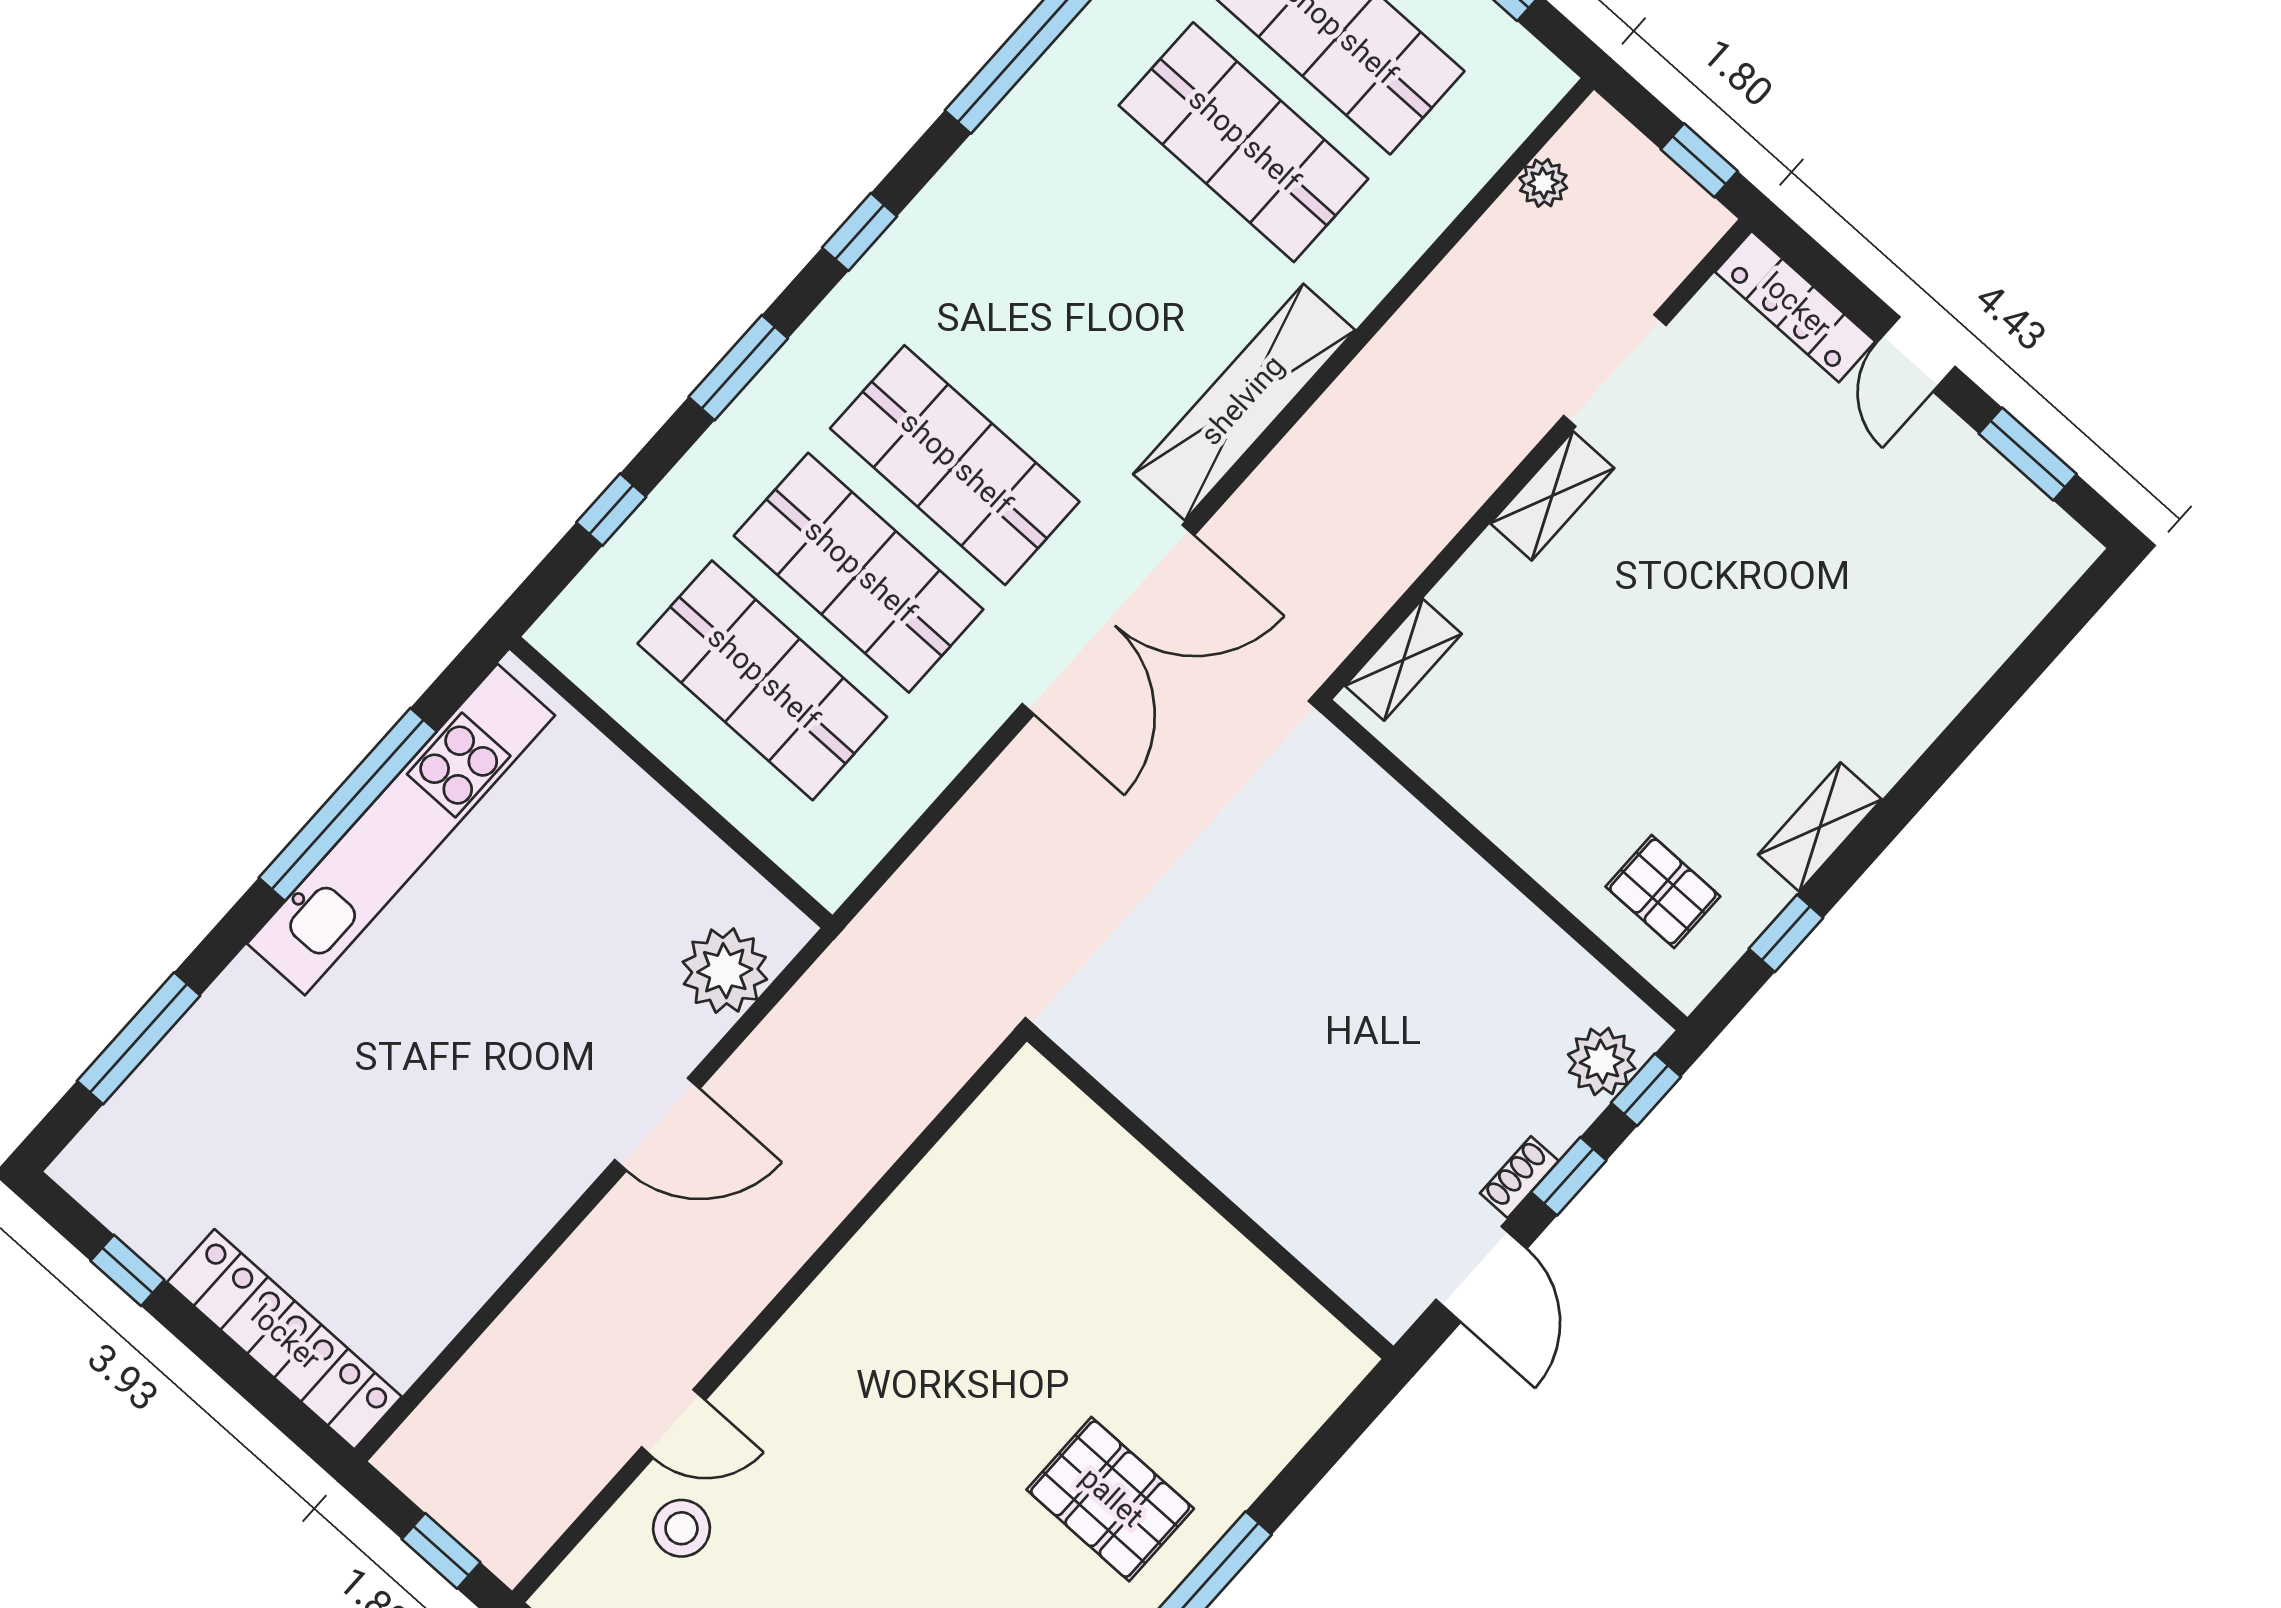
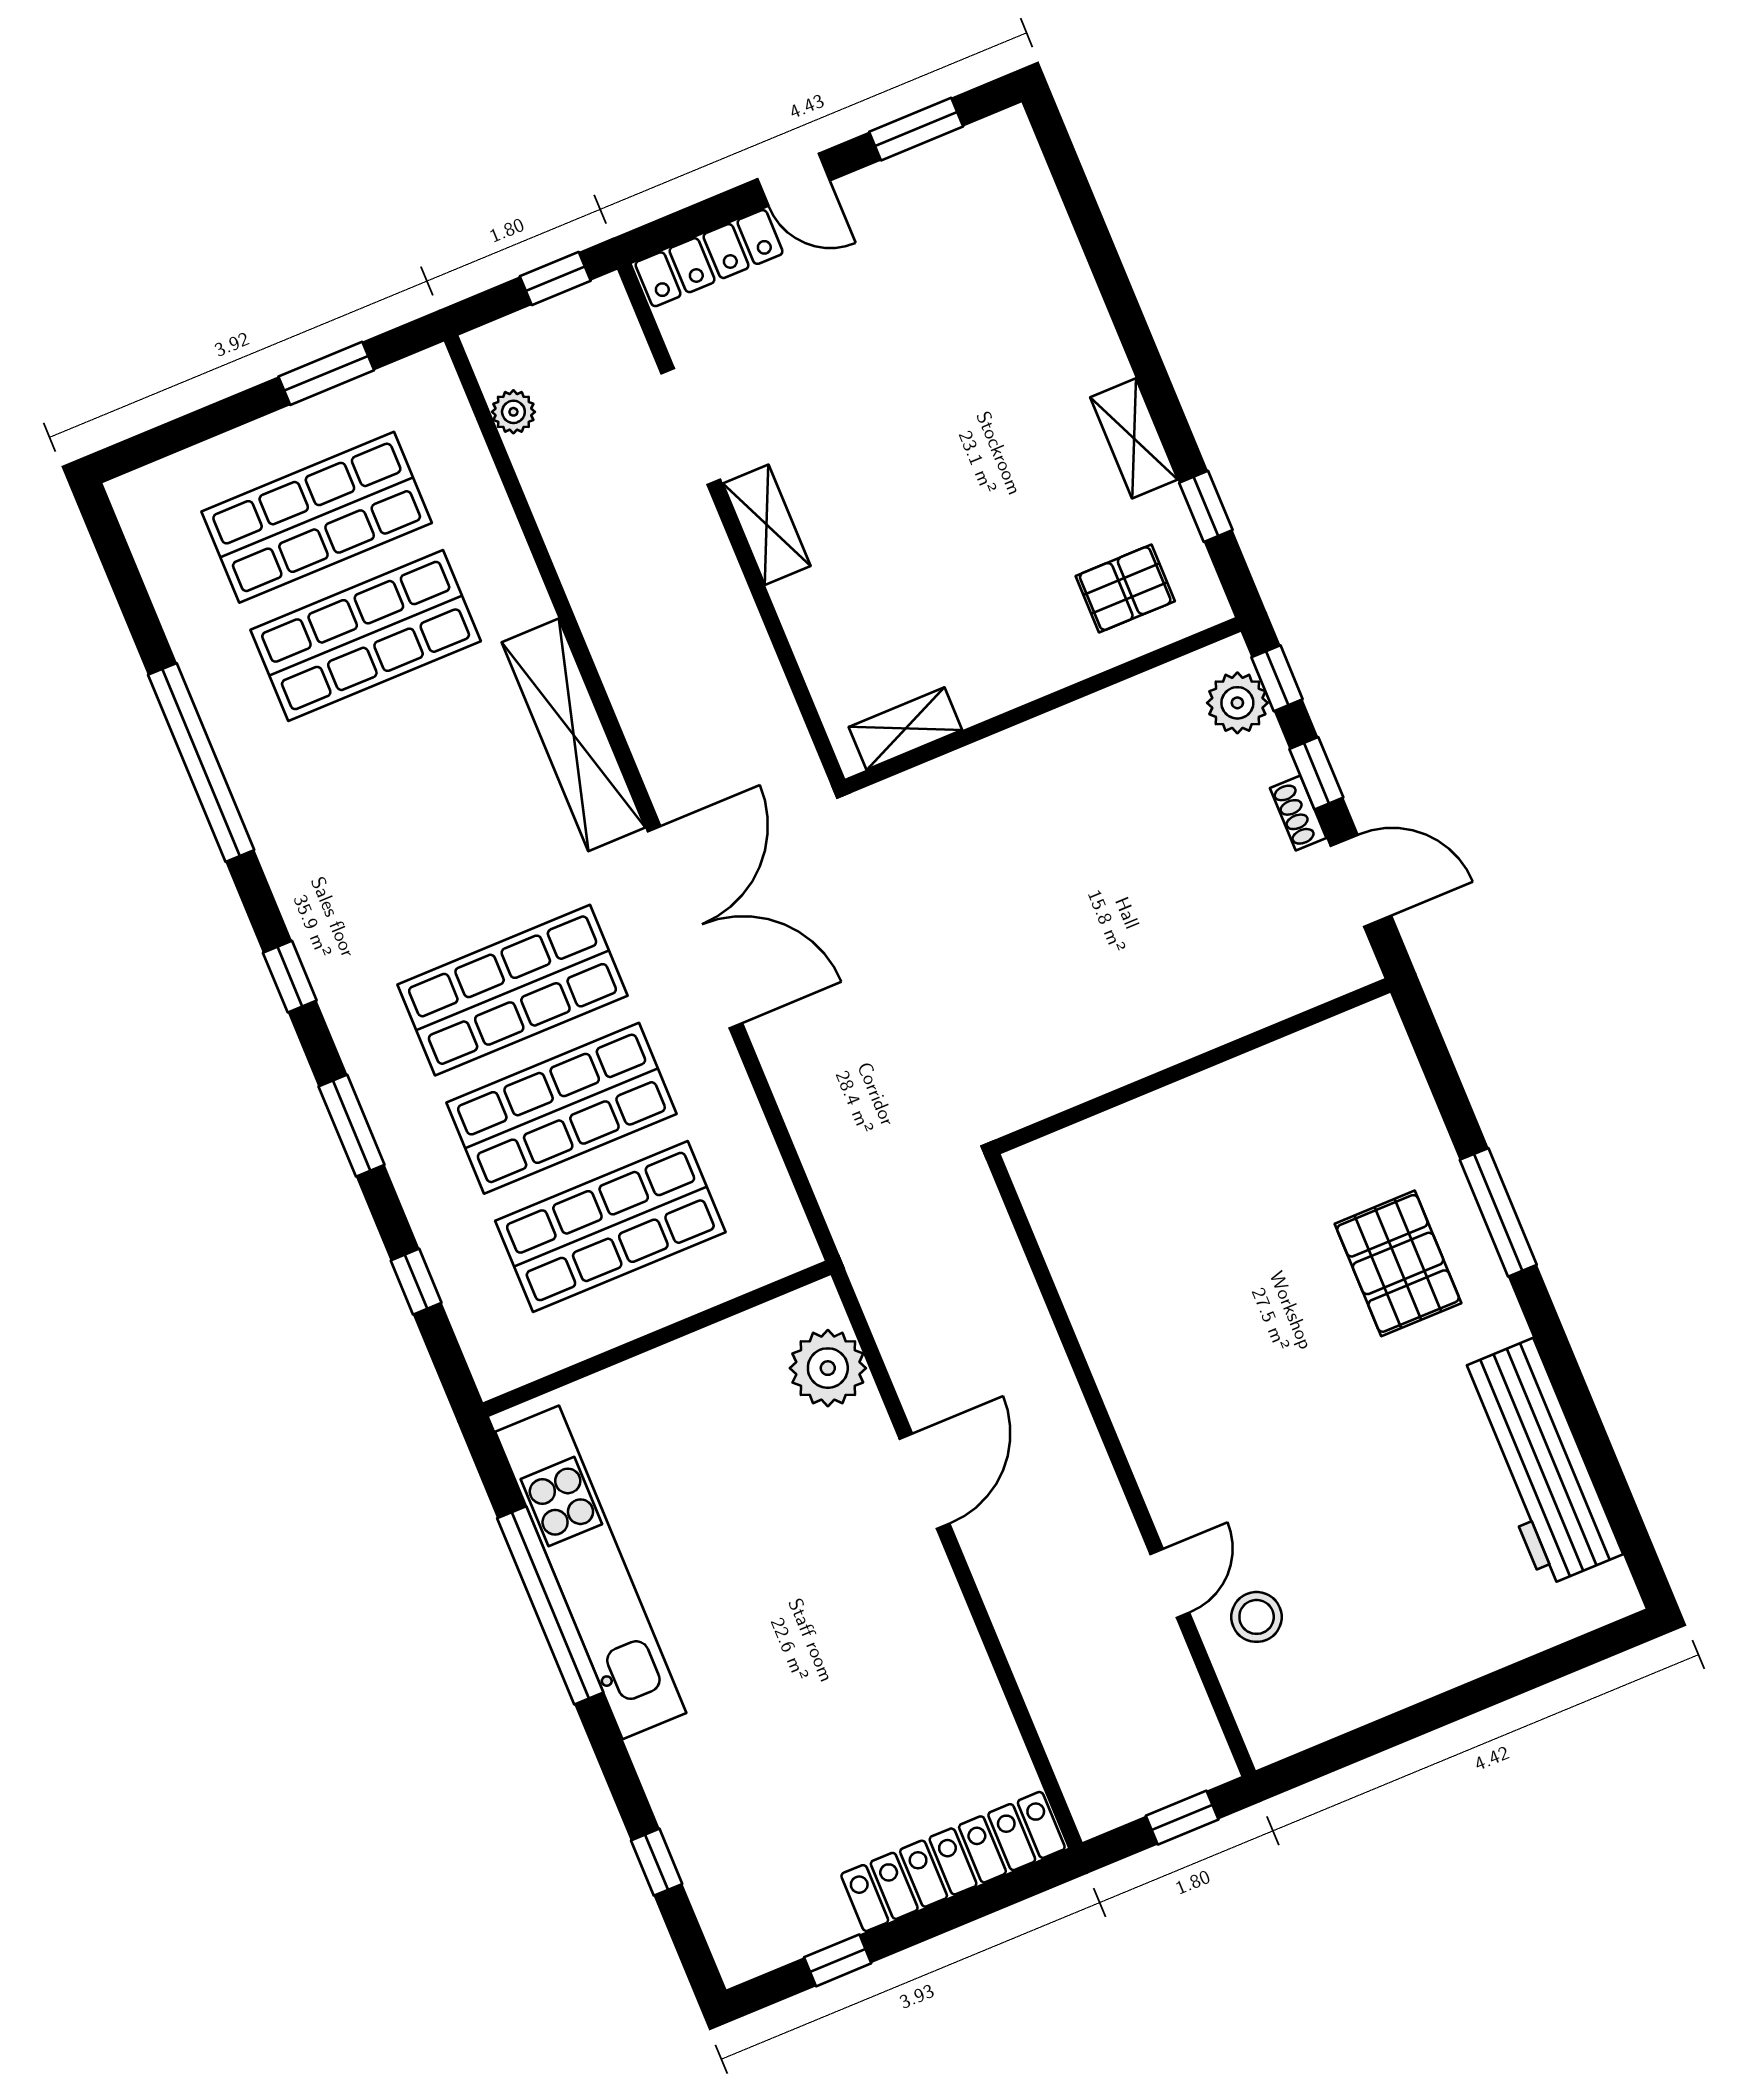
shelving: (1403, 660) -> (905, 729), moved, turned 90
window: (139, 1038) -> (657, 1862), width x0.46
pallet: (1110, 1499) -> (1398, 1263), turned 90

